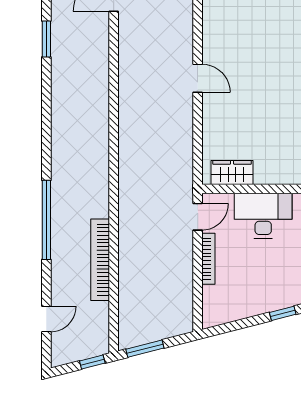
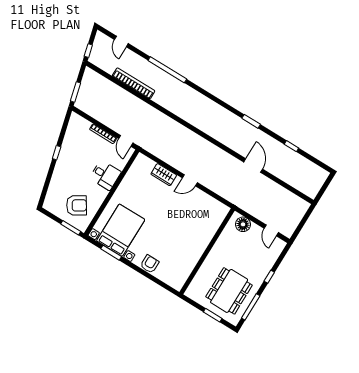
wardrobe: (232, 173) -> (164, 175), moved, turned 90
desk: (263, 216) -> (105, 175), width x0.73
window: (145, 349) -> (75, 92), moved

